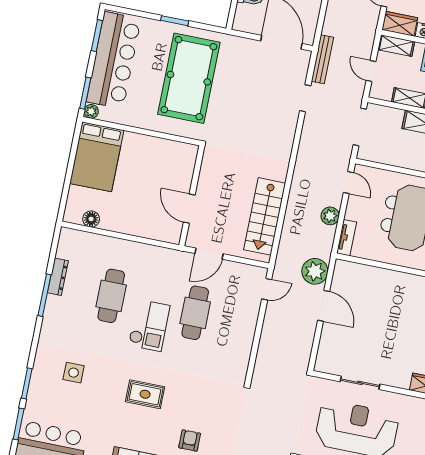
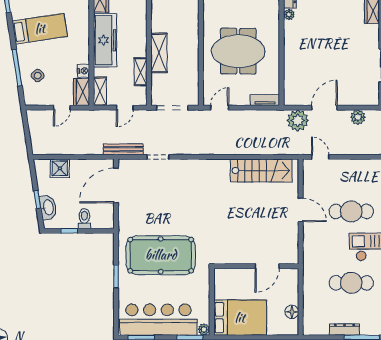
wall: (192, 196) -> (256, 266), moved
door: (189, 209) -> (267, 266), moved
plant: (330, 216) -> (358, 117), moved

